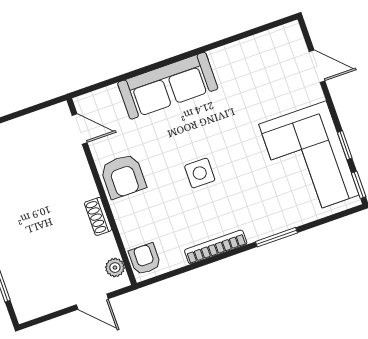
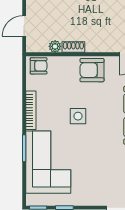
corner sofa: (309, 160) -> (48, 162), moved, turned 90
plant: (115, 268) -> (55, 46), moved

